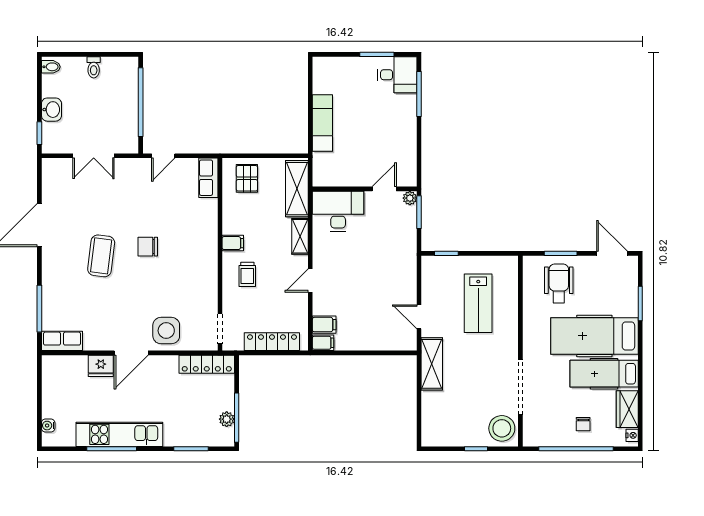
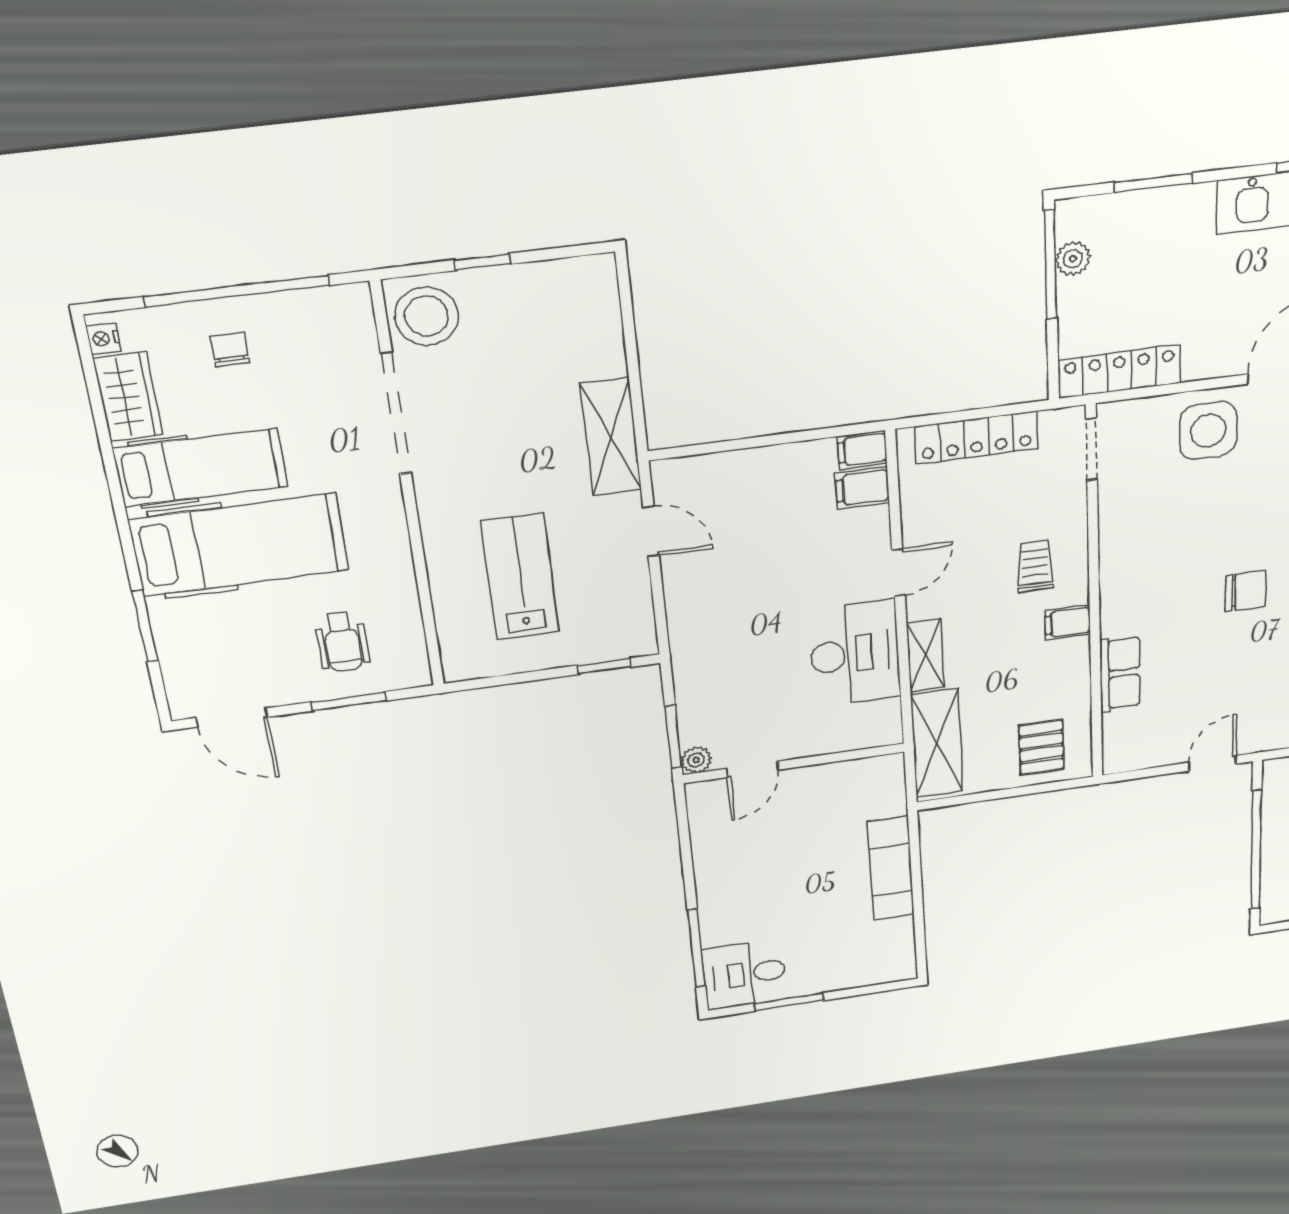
row of seats: (208, 178) -> (1120, 673), moved
desk: (338, 211) -> (855, 654), moved, turned -90
wheelchair: (559, 283) -> (342, 642), width x0.73, depth x0.73

